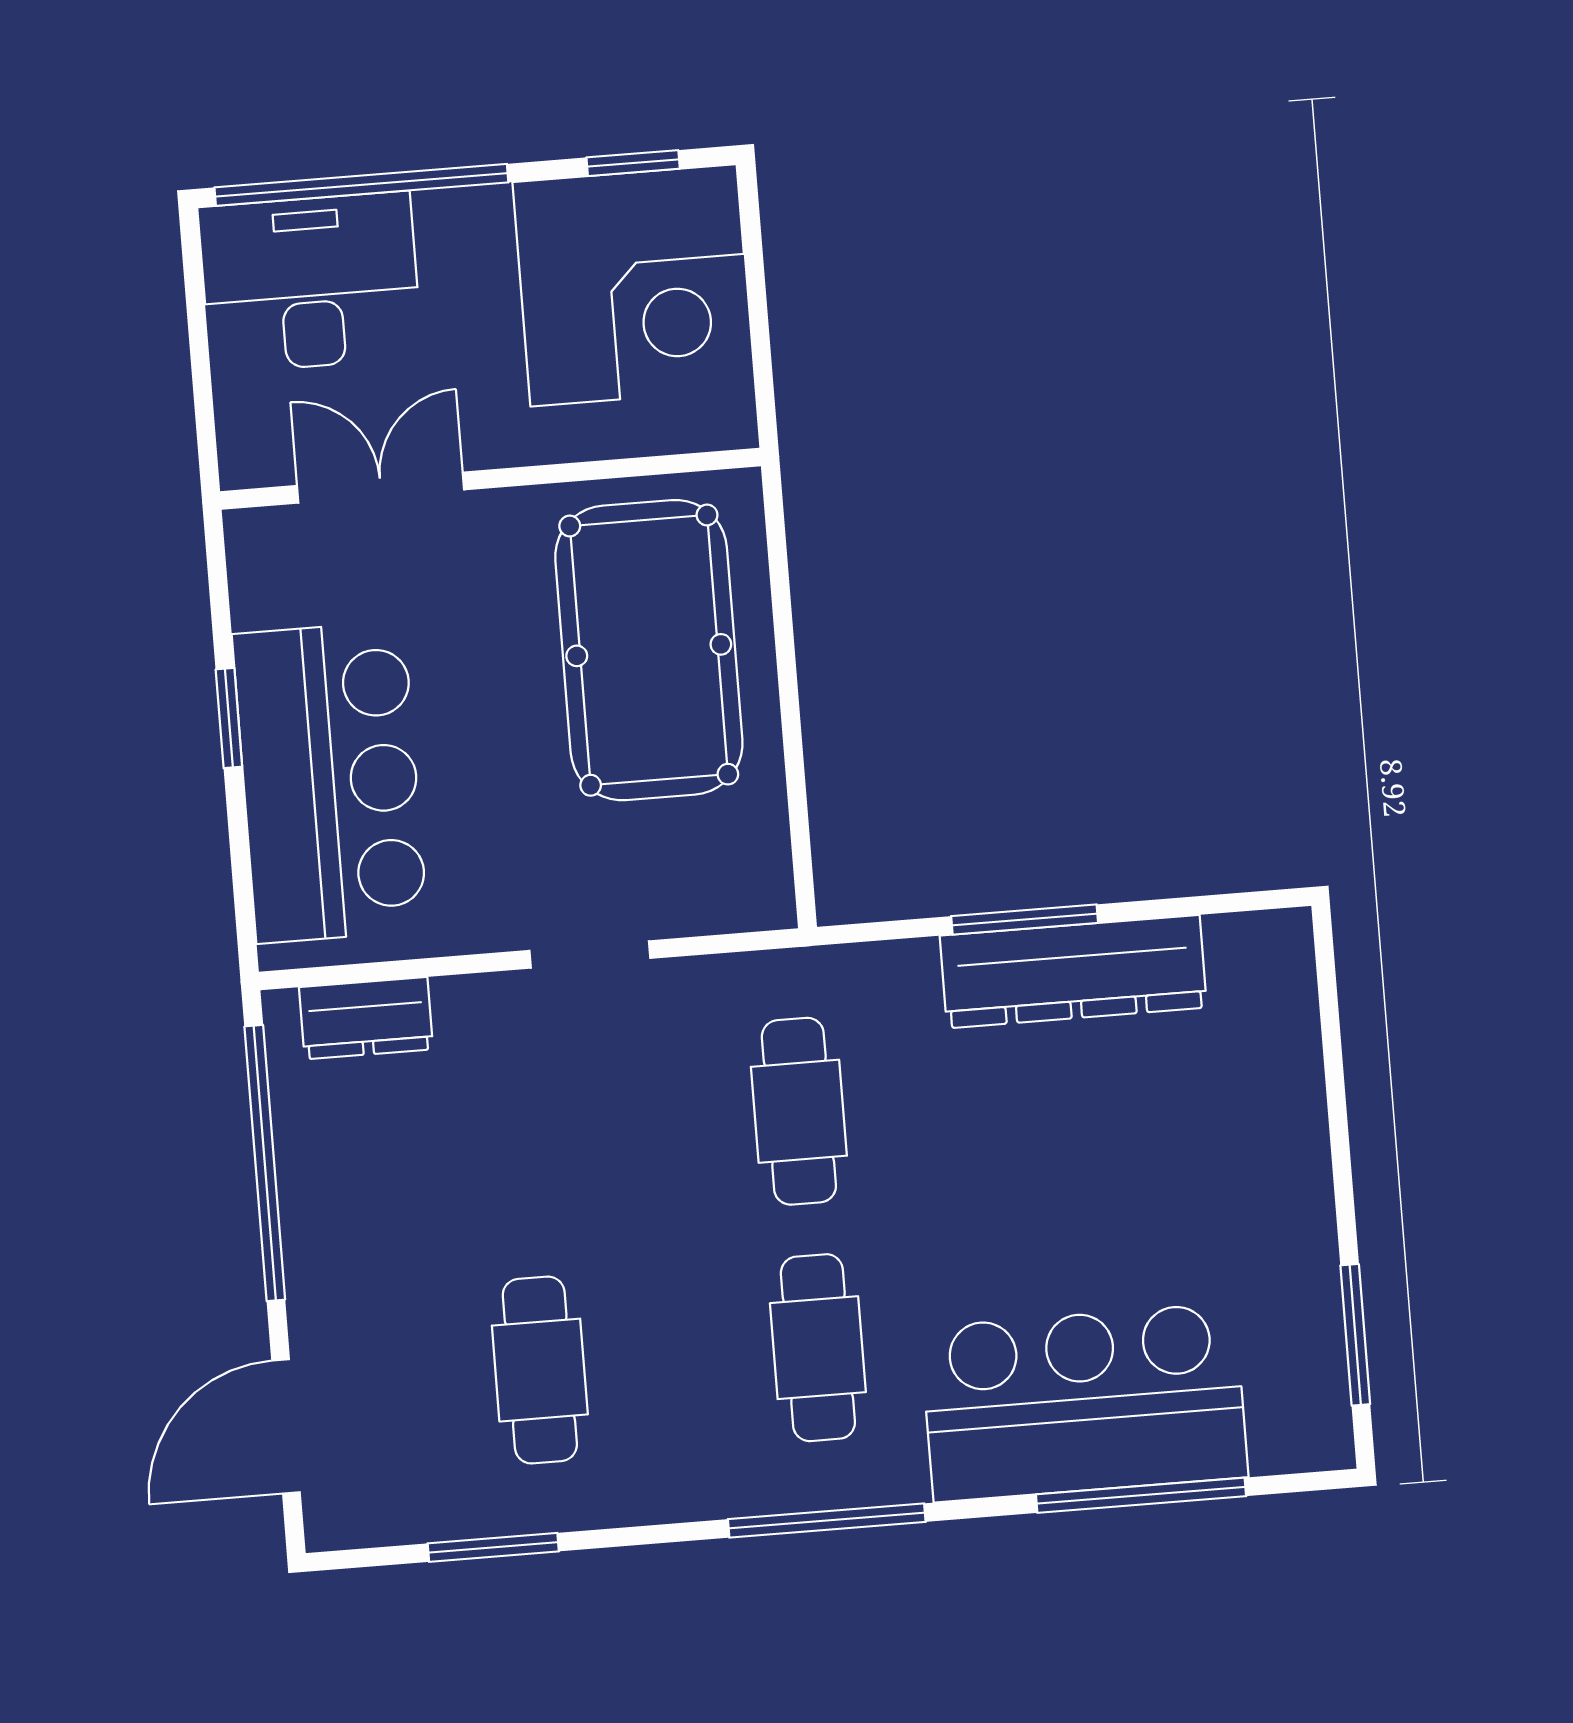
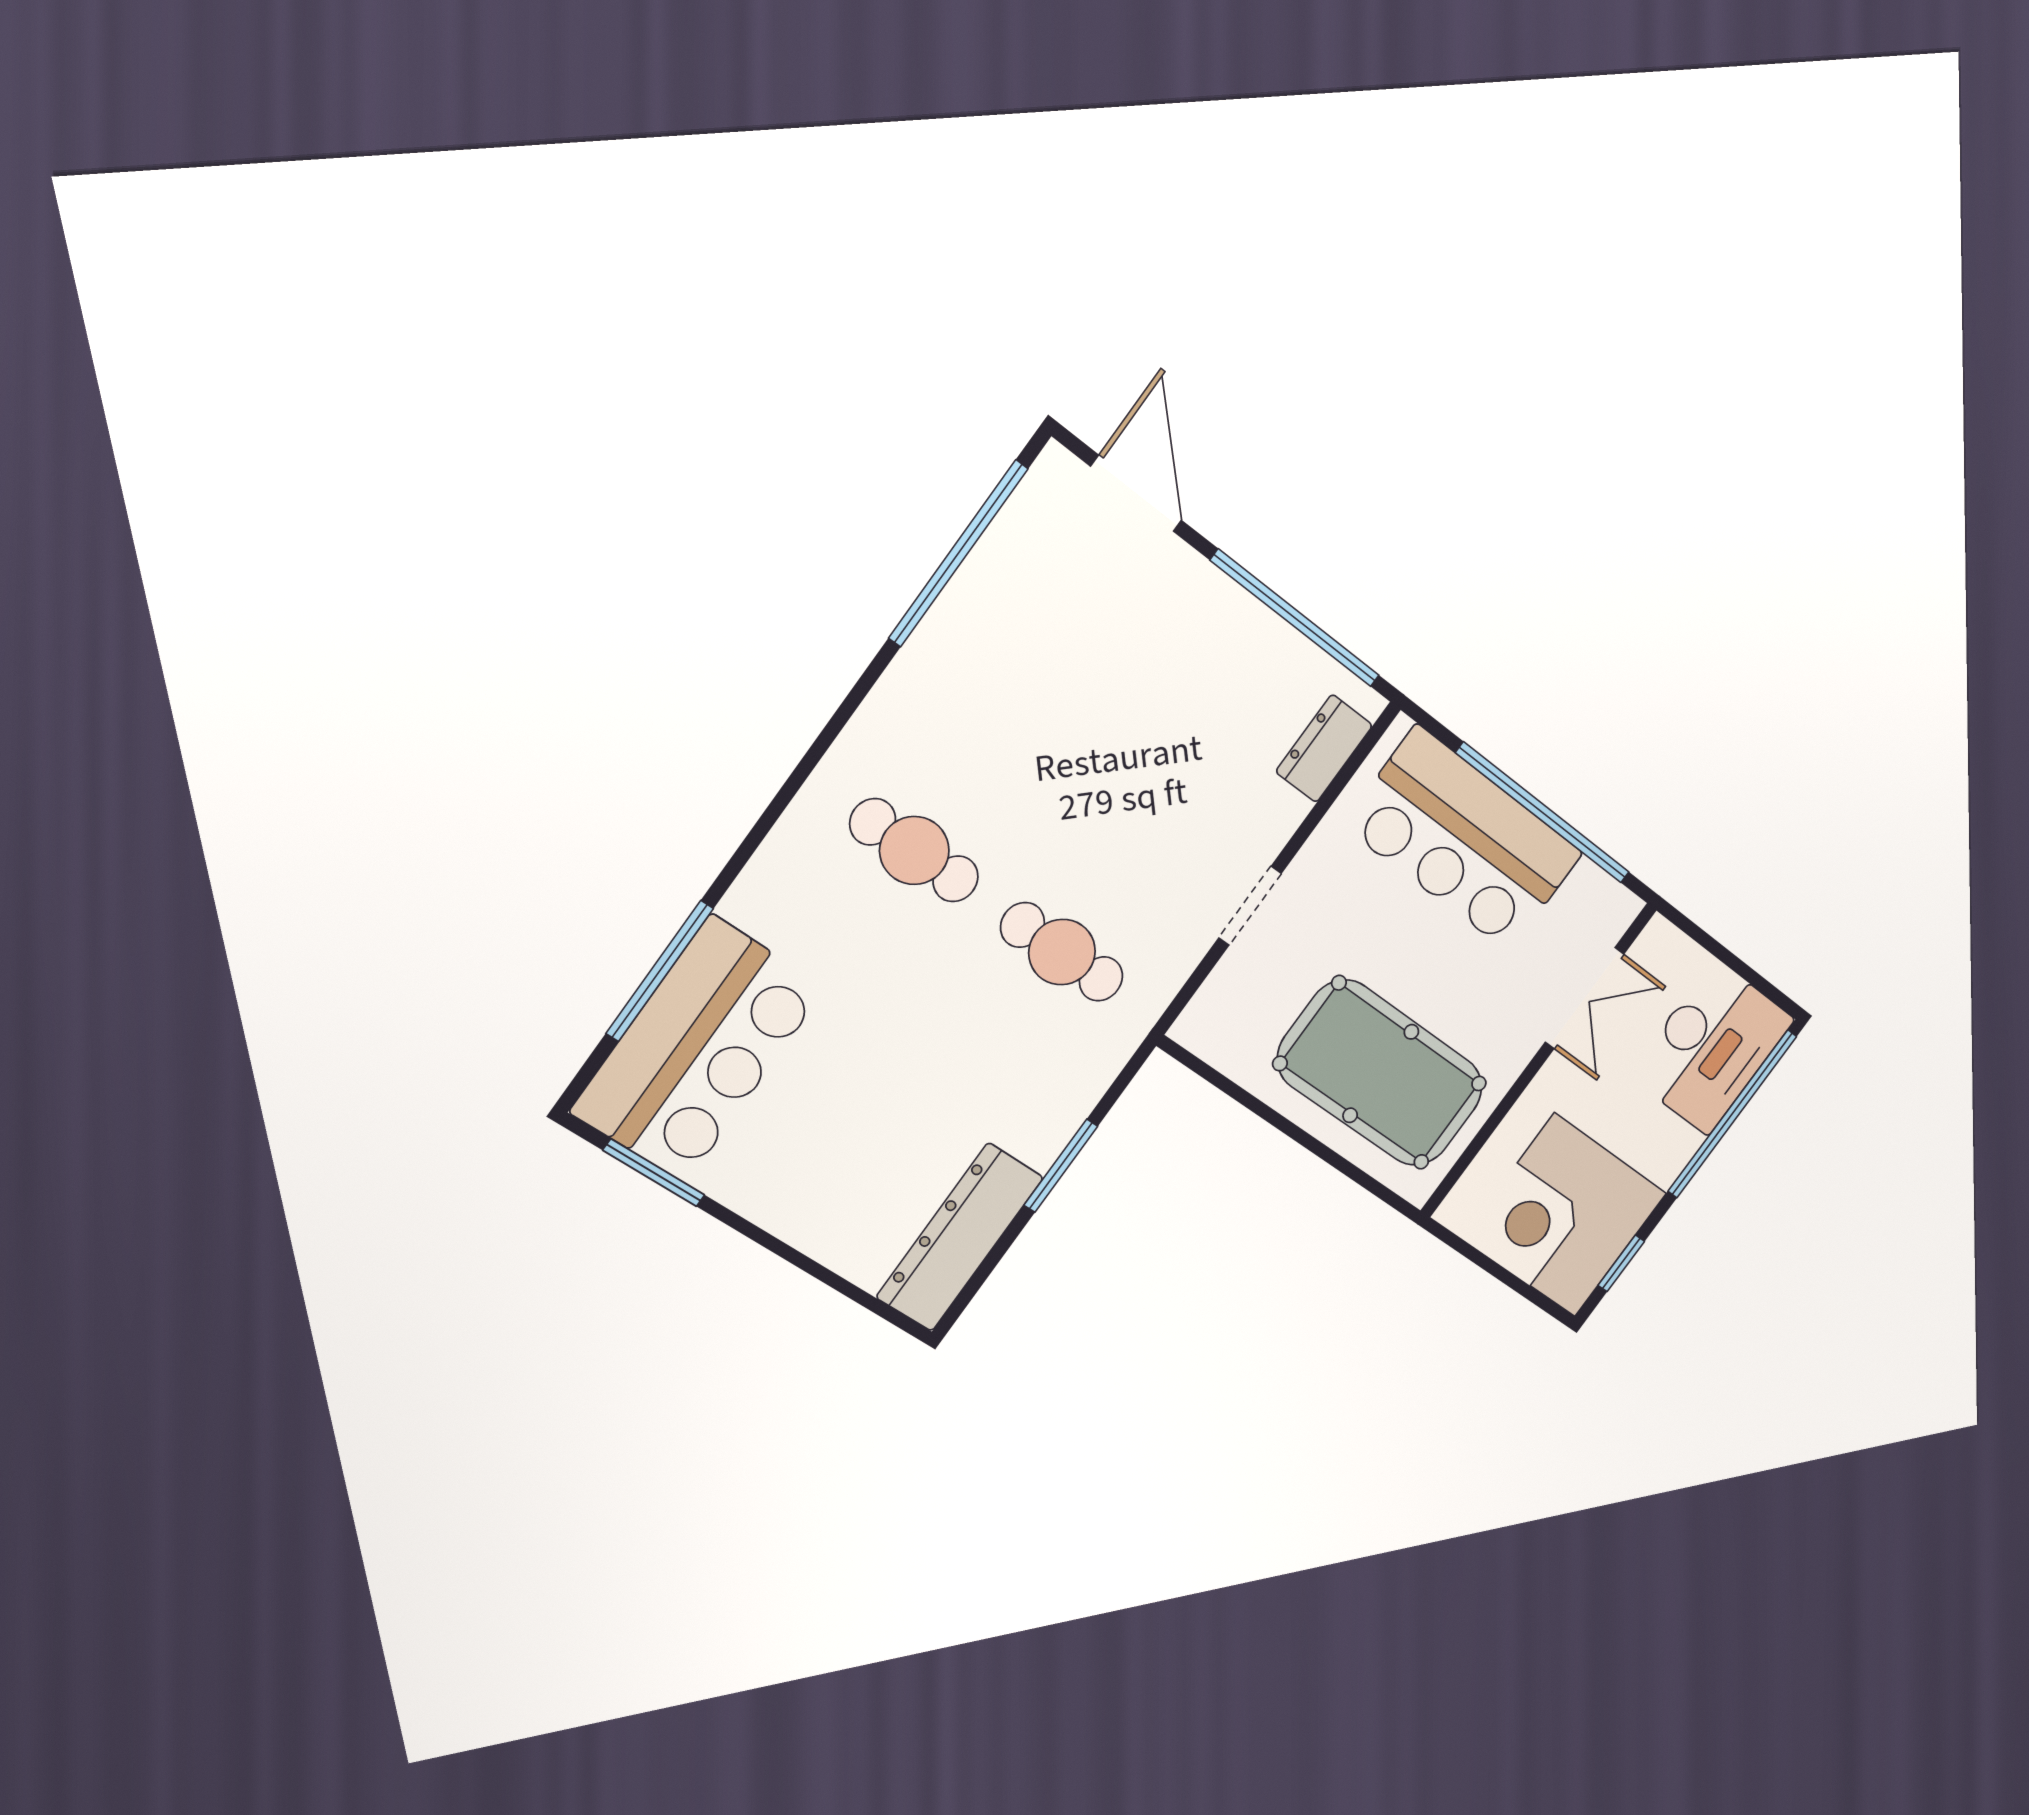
window: (229, 718) -> (1543, 813), width x3.17
dresser: (1073, 972) -> (960, 1237), moved
cafe table: (540, 1370) -> (1041, 675), removed
bar counter: (1084, 1402) -> (698, 1050), moved
window: (827, 1521) -> (804, 770), removed
window: (493, 1547) -> (958, 554), width x2.11

